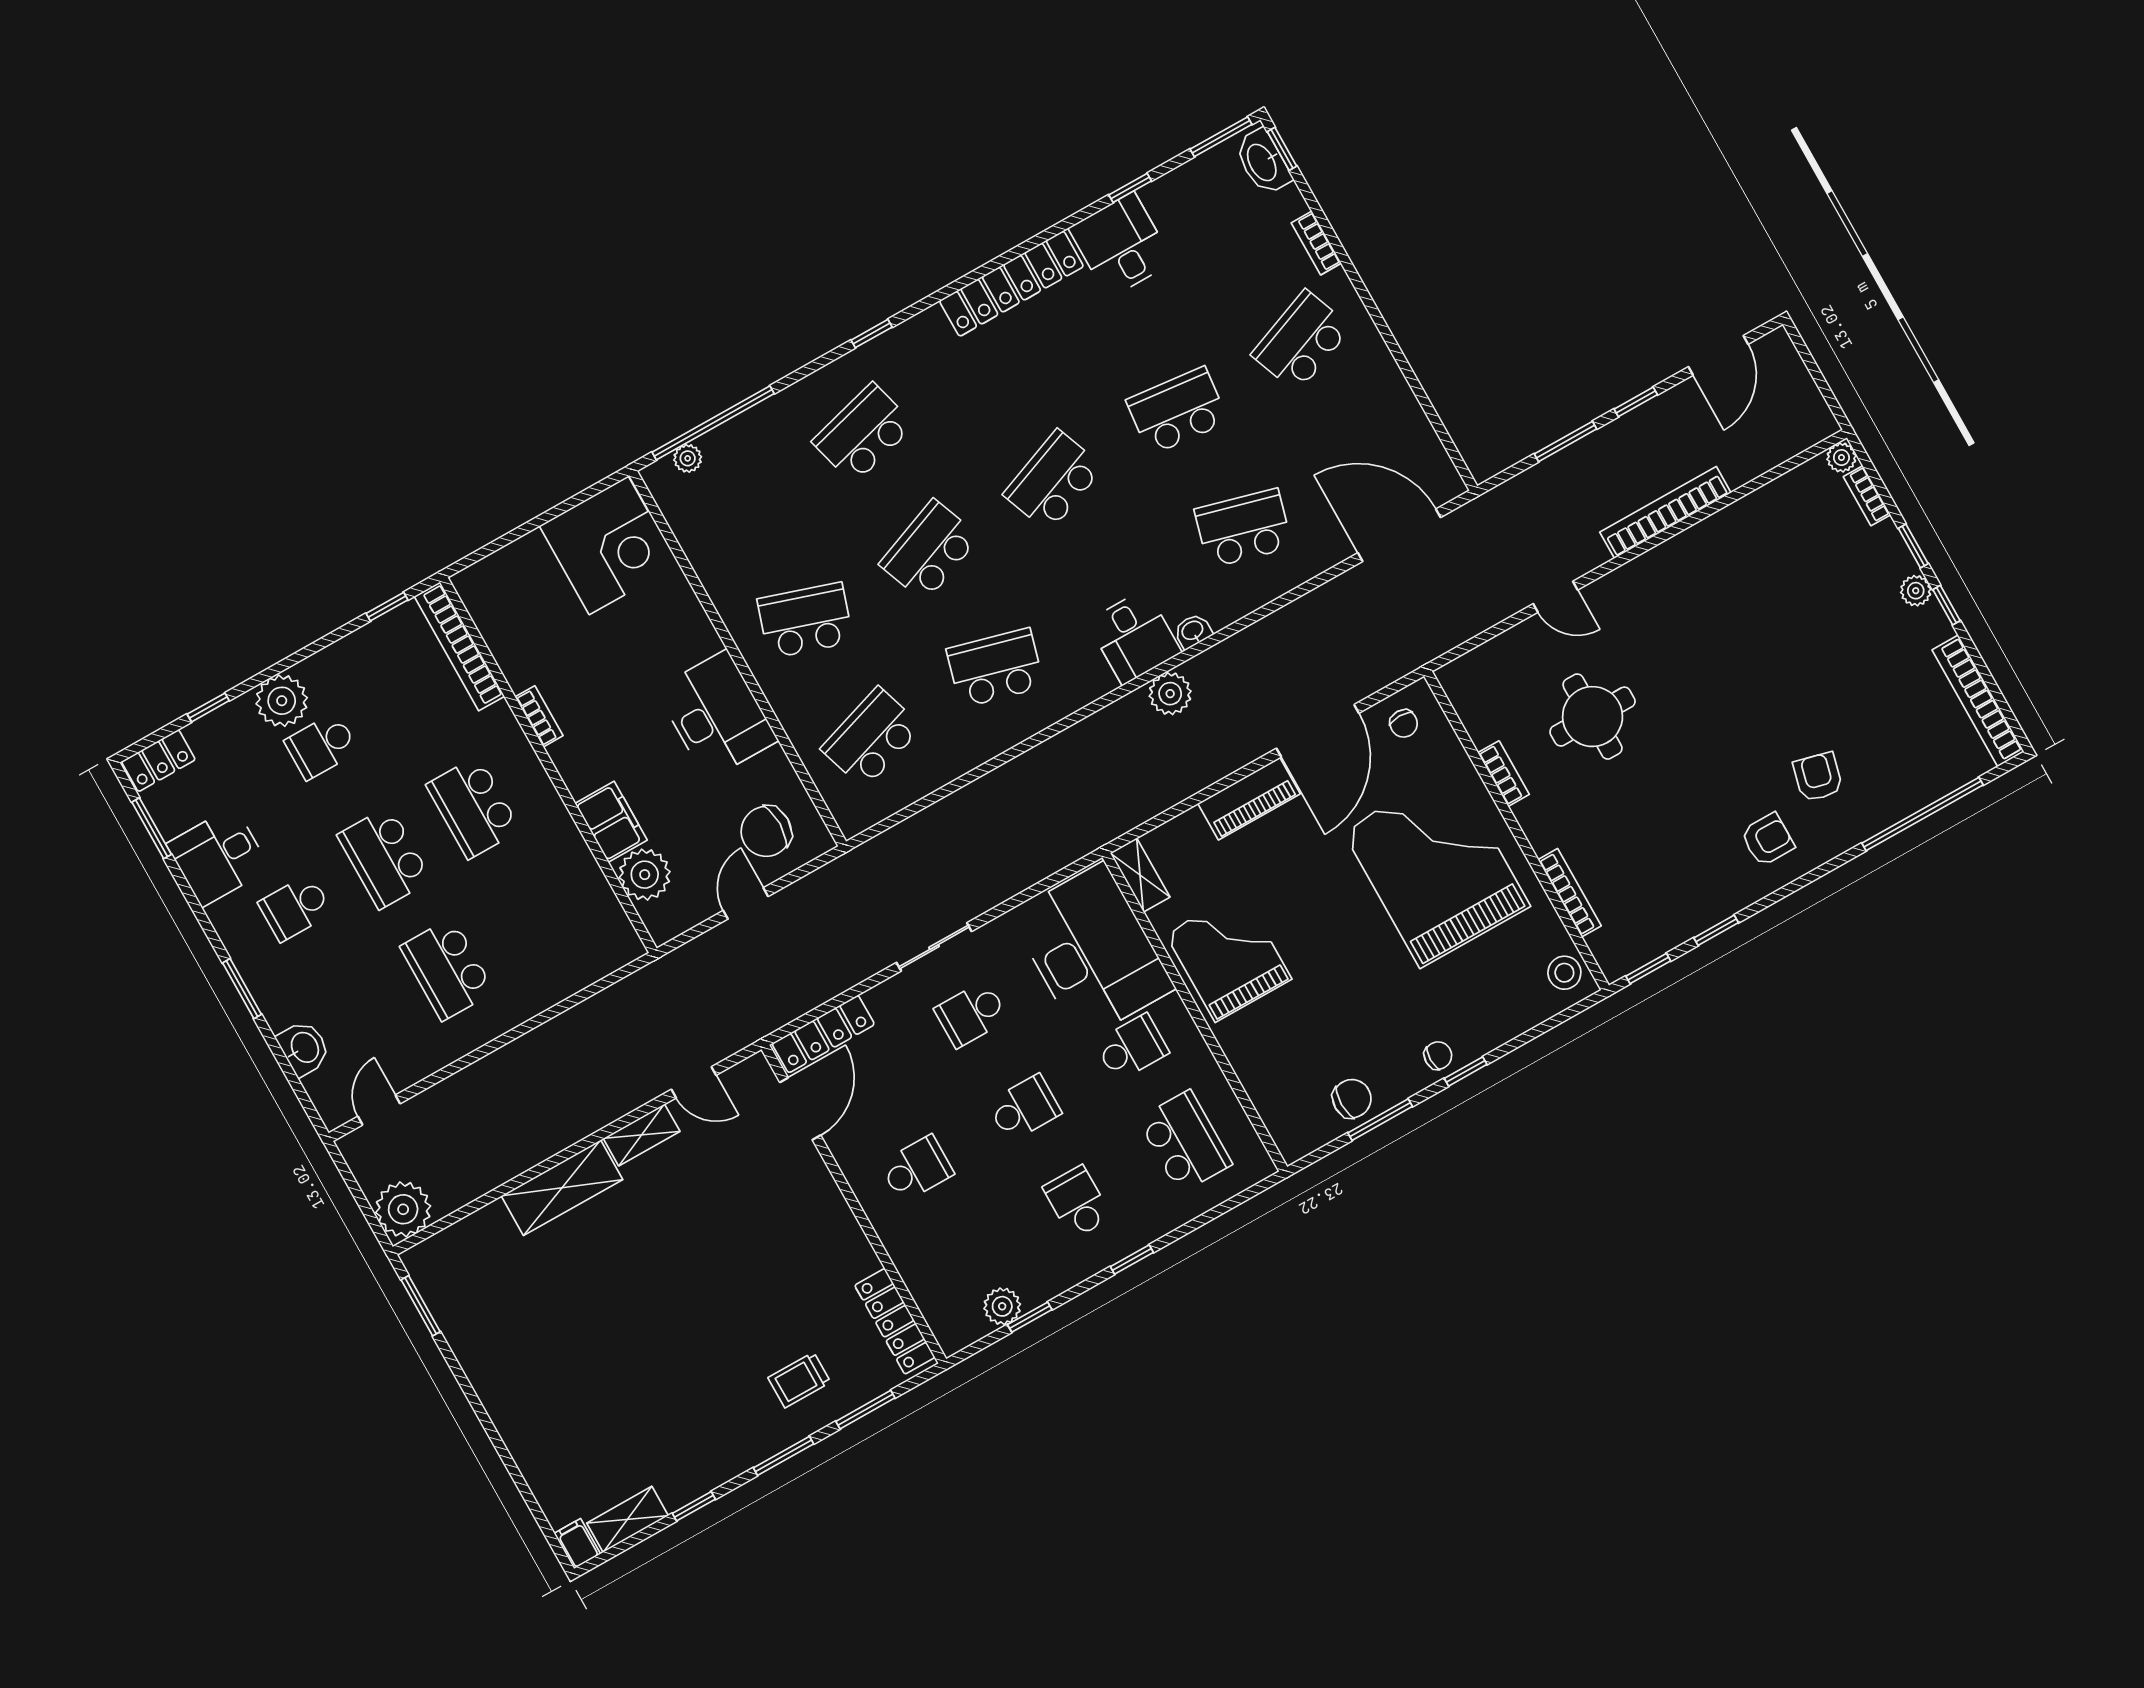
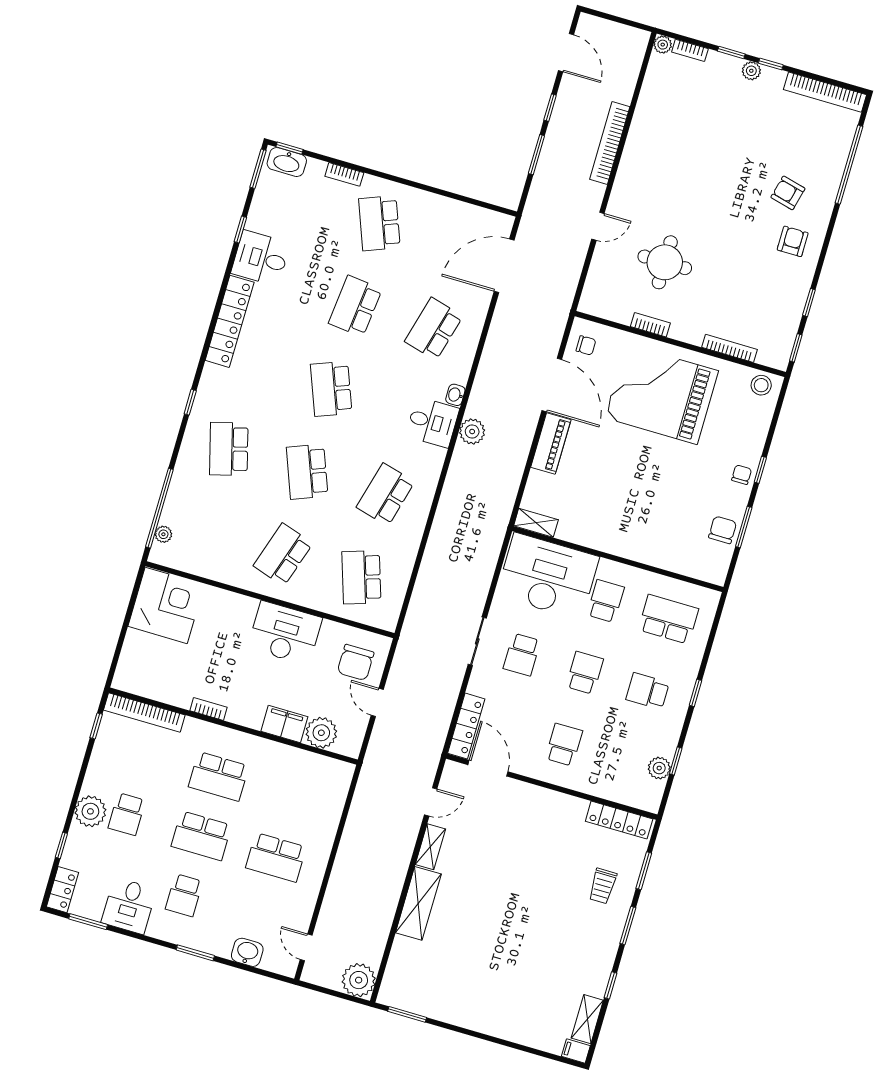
grand piano: (1229, 956) -> (609, 521), removed

